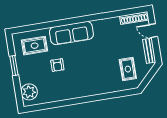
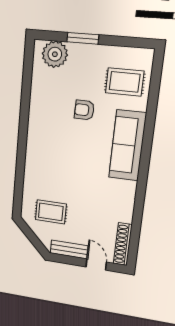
door: (153, 31) -> (96, 264), hinge flipped
rug: (35, 46) -> (125, 82), turned 90
window: (14, 66) -> (83, 38), moved

